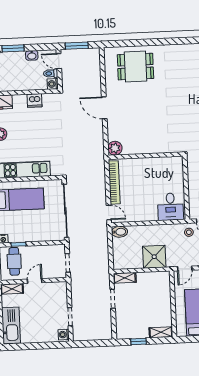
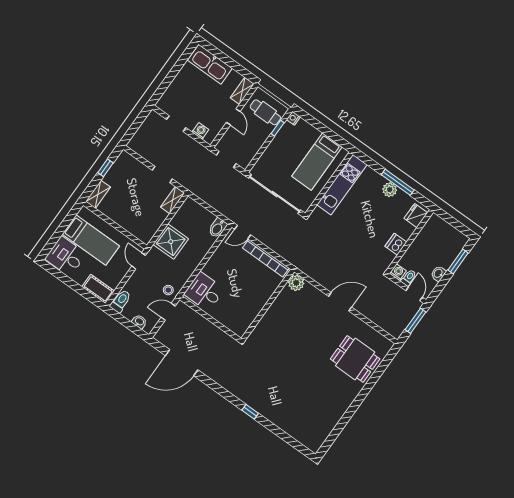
door: (59, 61) -> (414, 294), hinge flipped
dining table: (135, 67) -> (355, 359), turned 90
washing machine: (64, 335) -> (200, 131), moved

